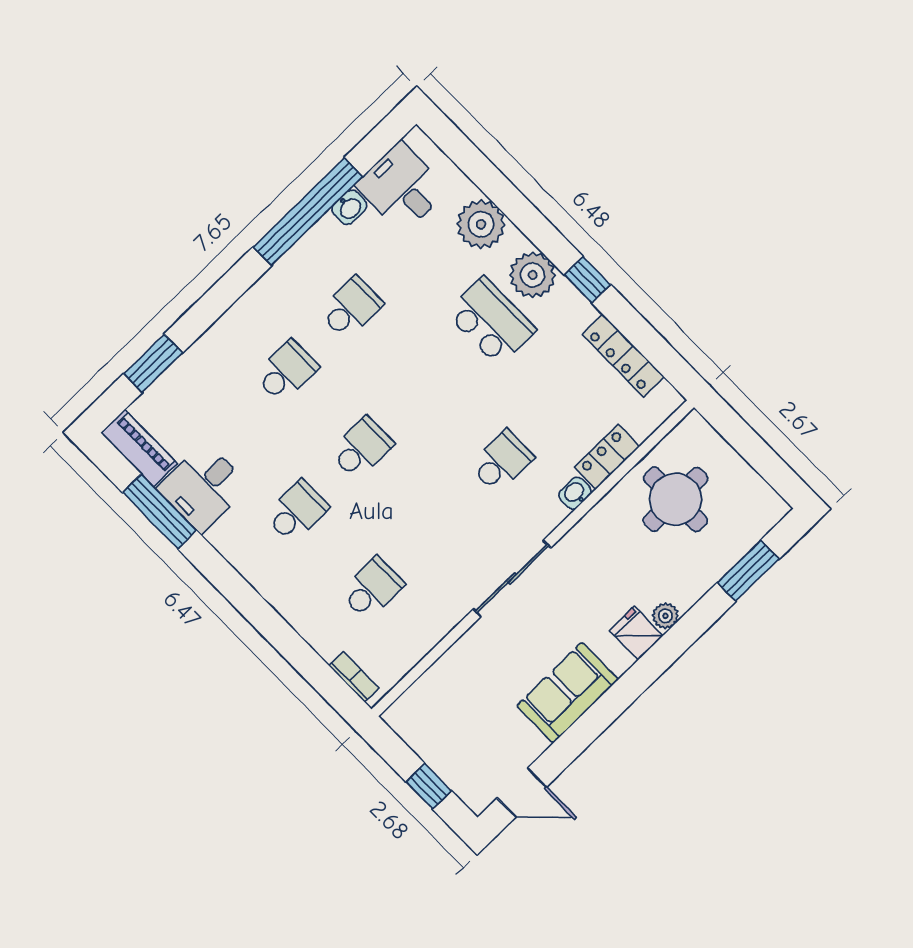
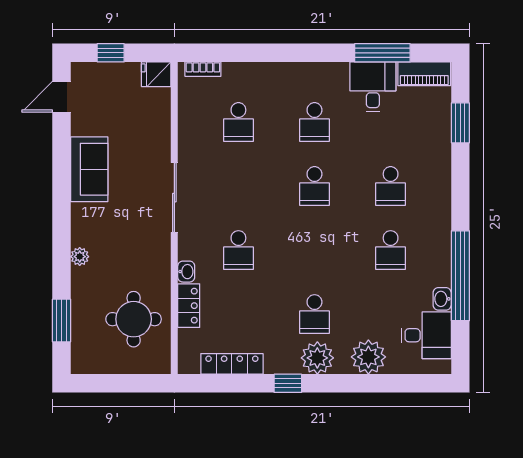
school desk: (491, 321) -> (314, 314), width x0.54
fridge: (636, 633) -> (156, 74), moved, turned 180

